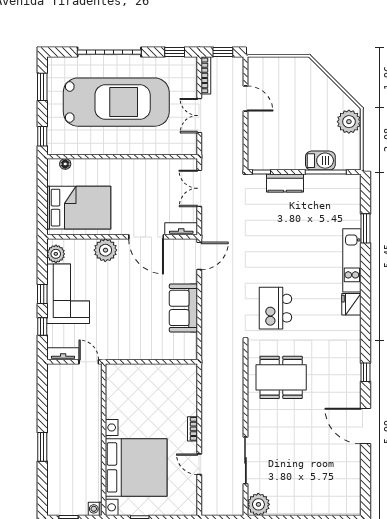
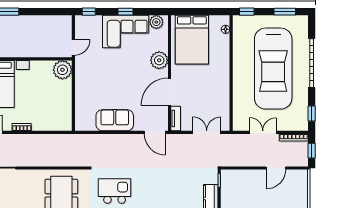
window: (42, 327) -> (89, 12), moved
tv unit: (63, 354) -> (79, 28), removed
plant: (118, 376) -> (62, 70), added

